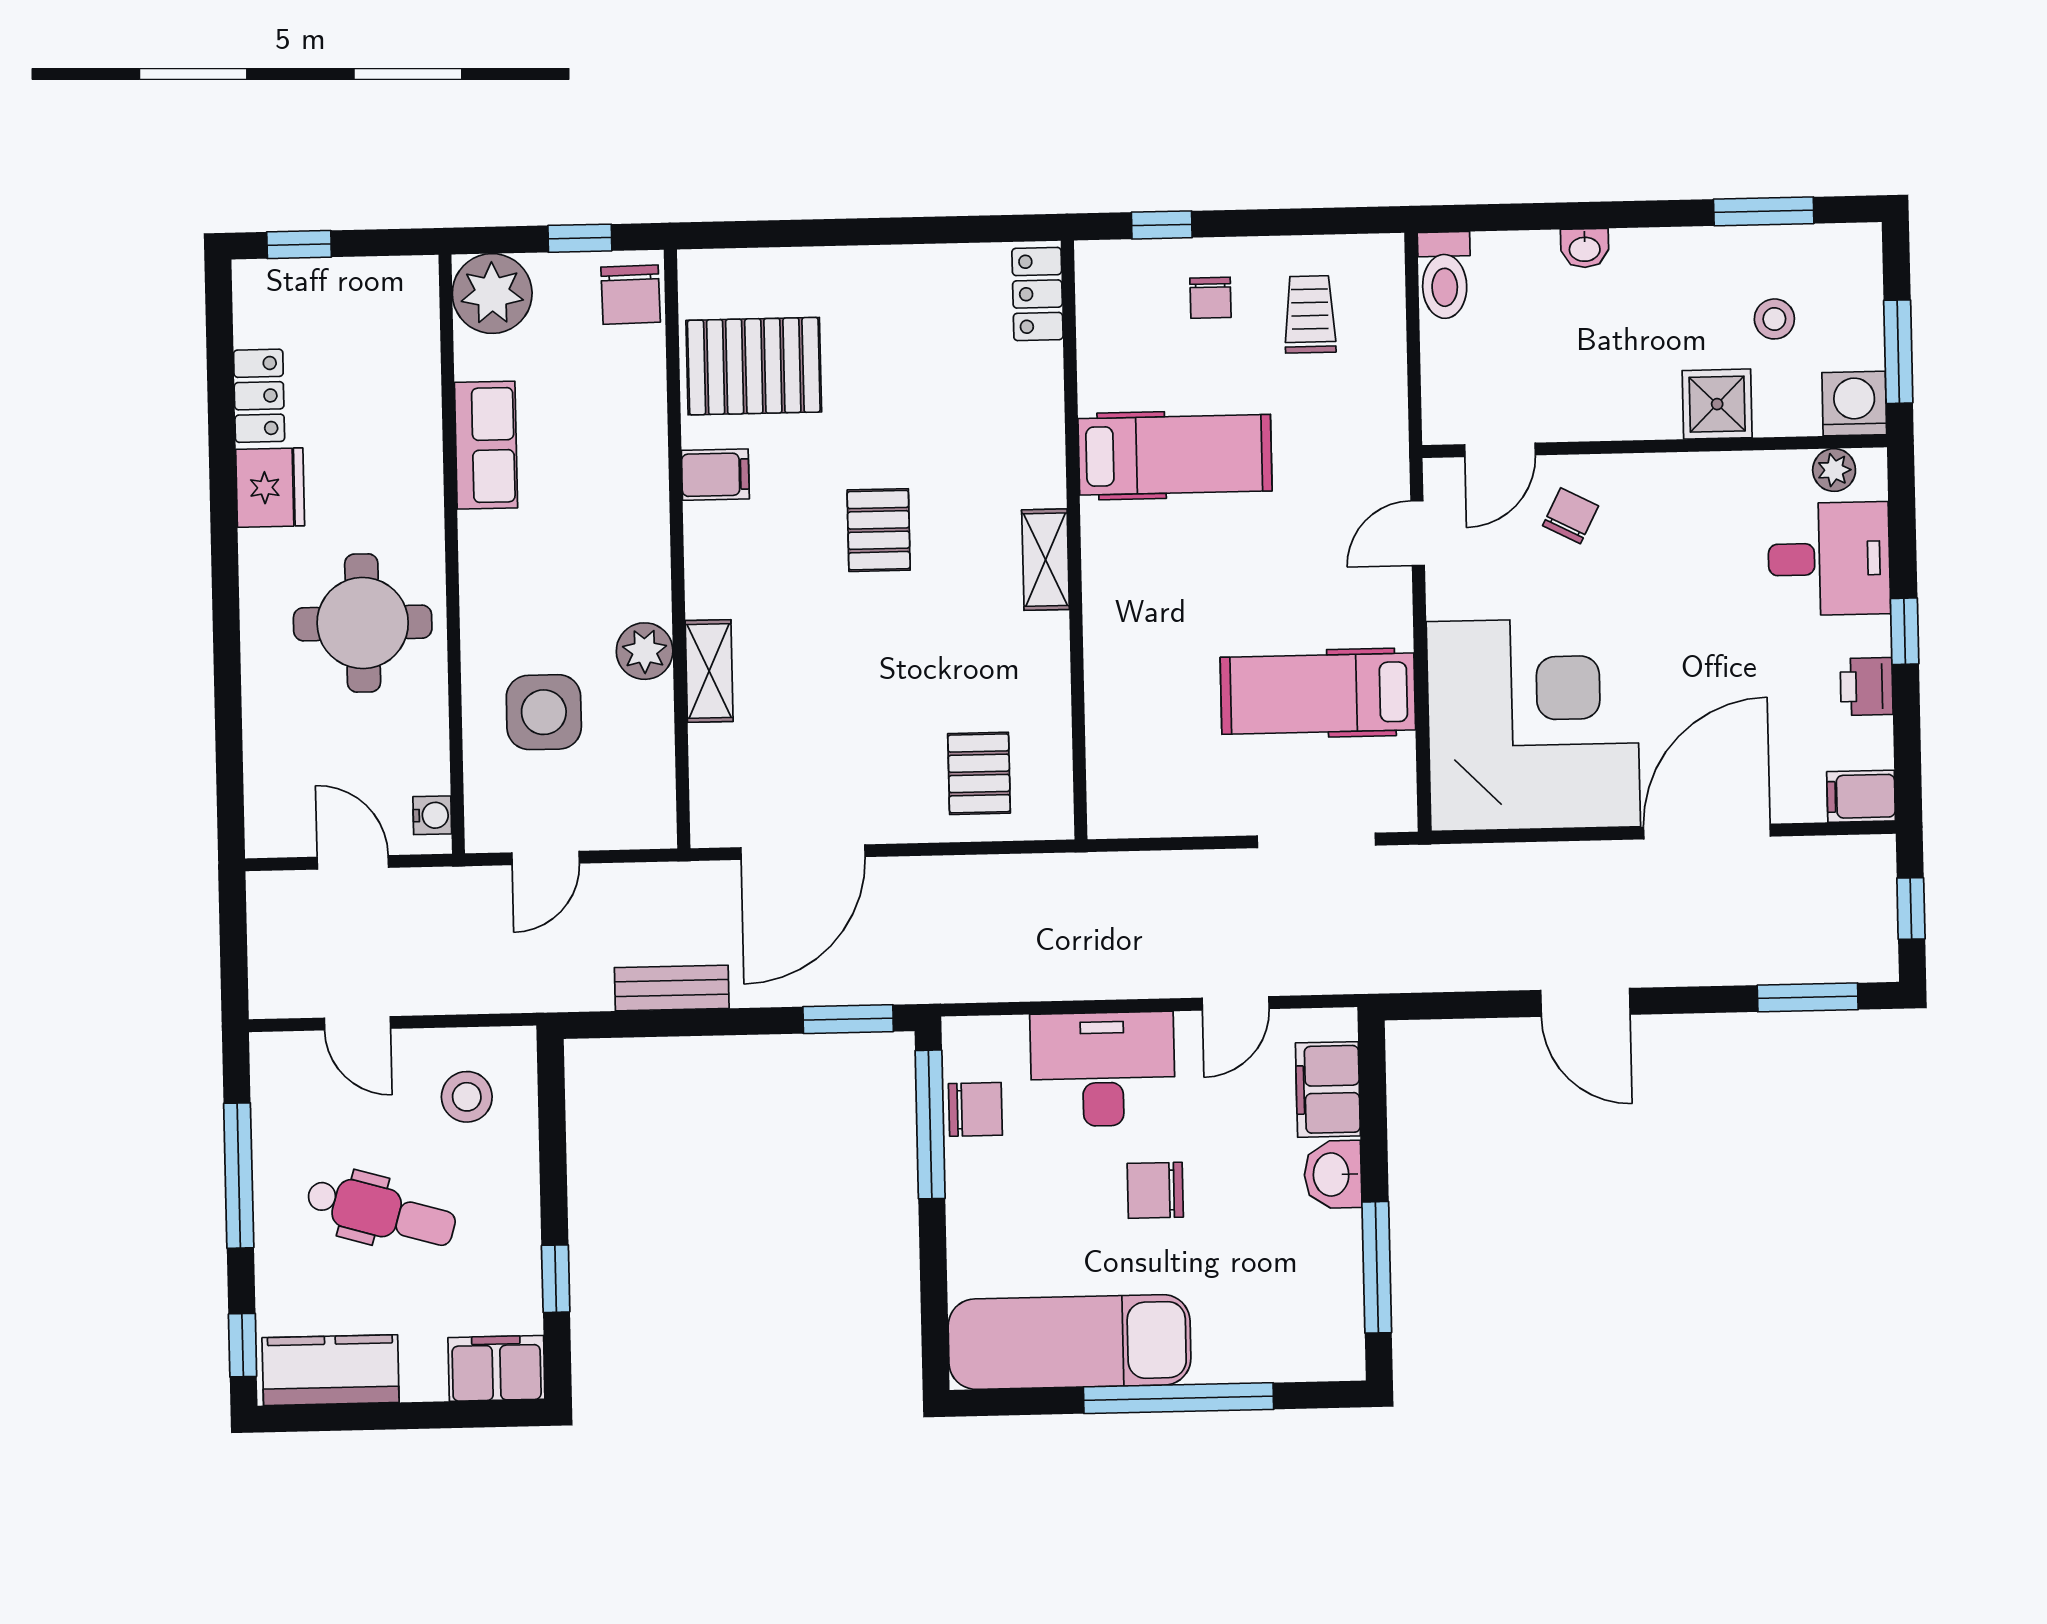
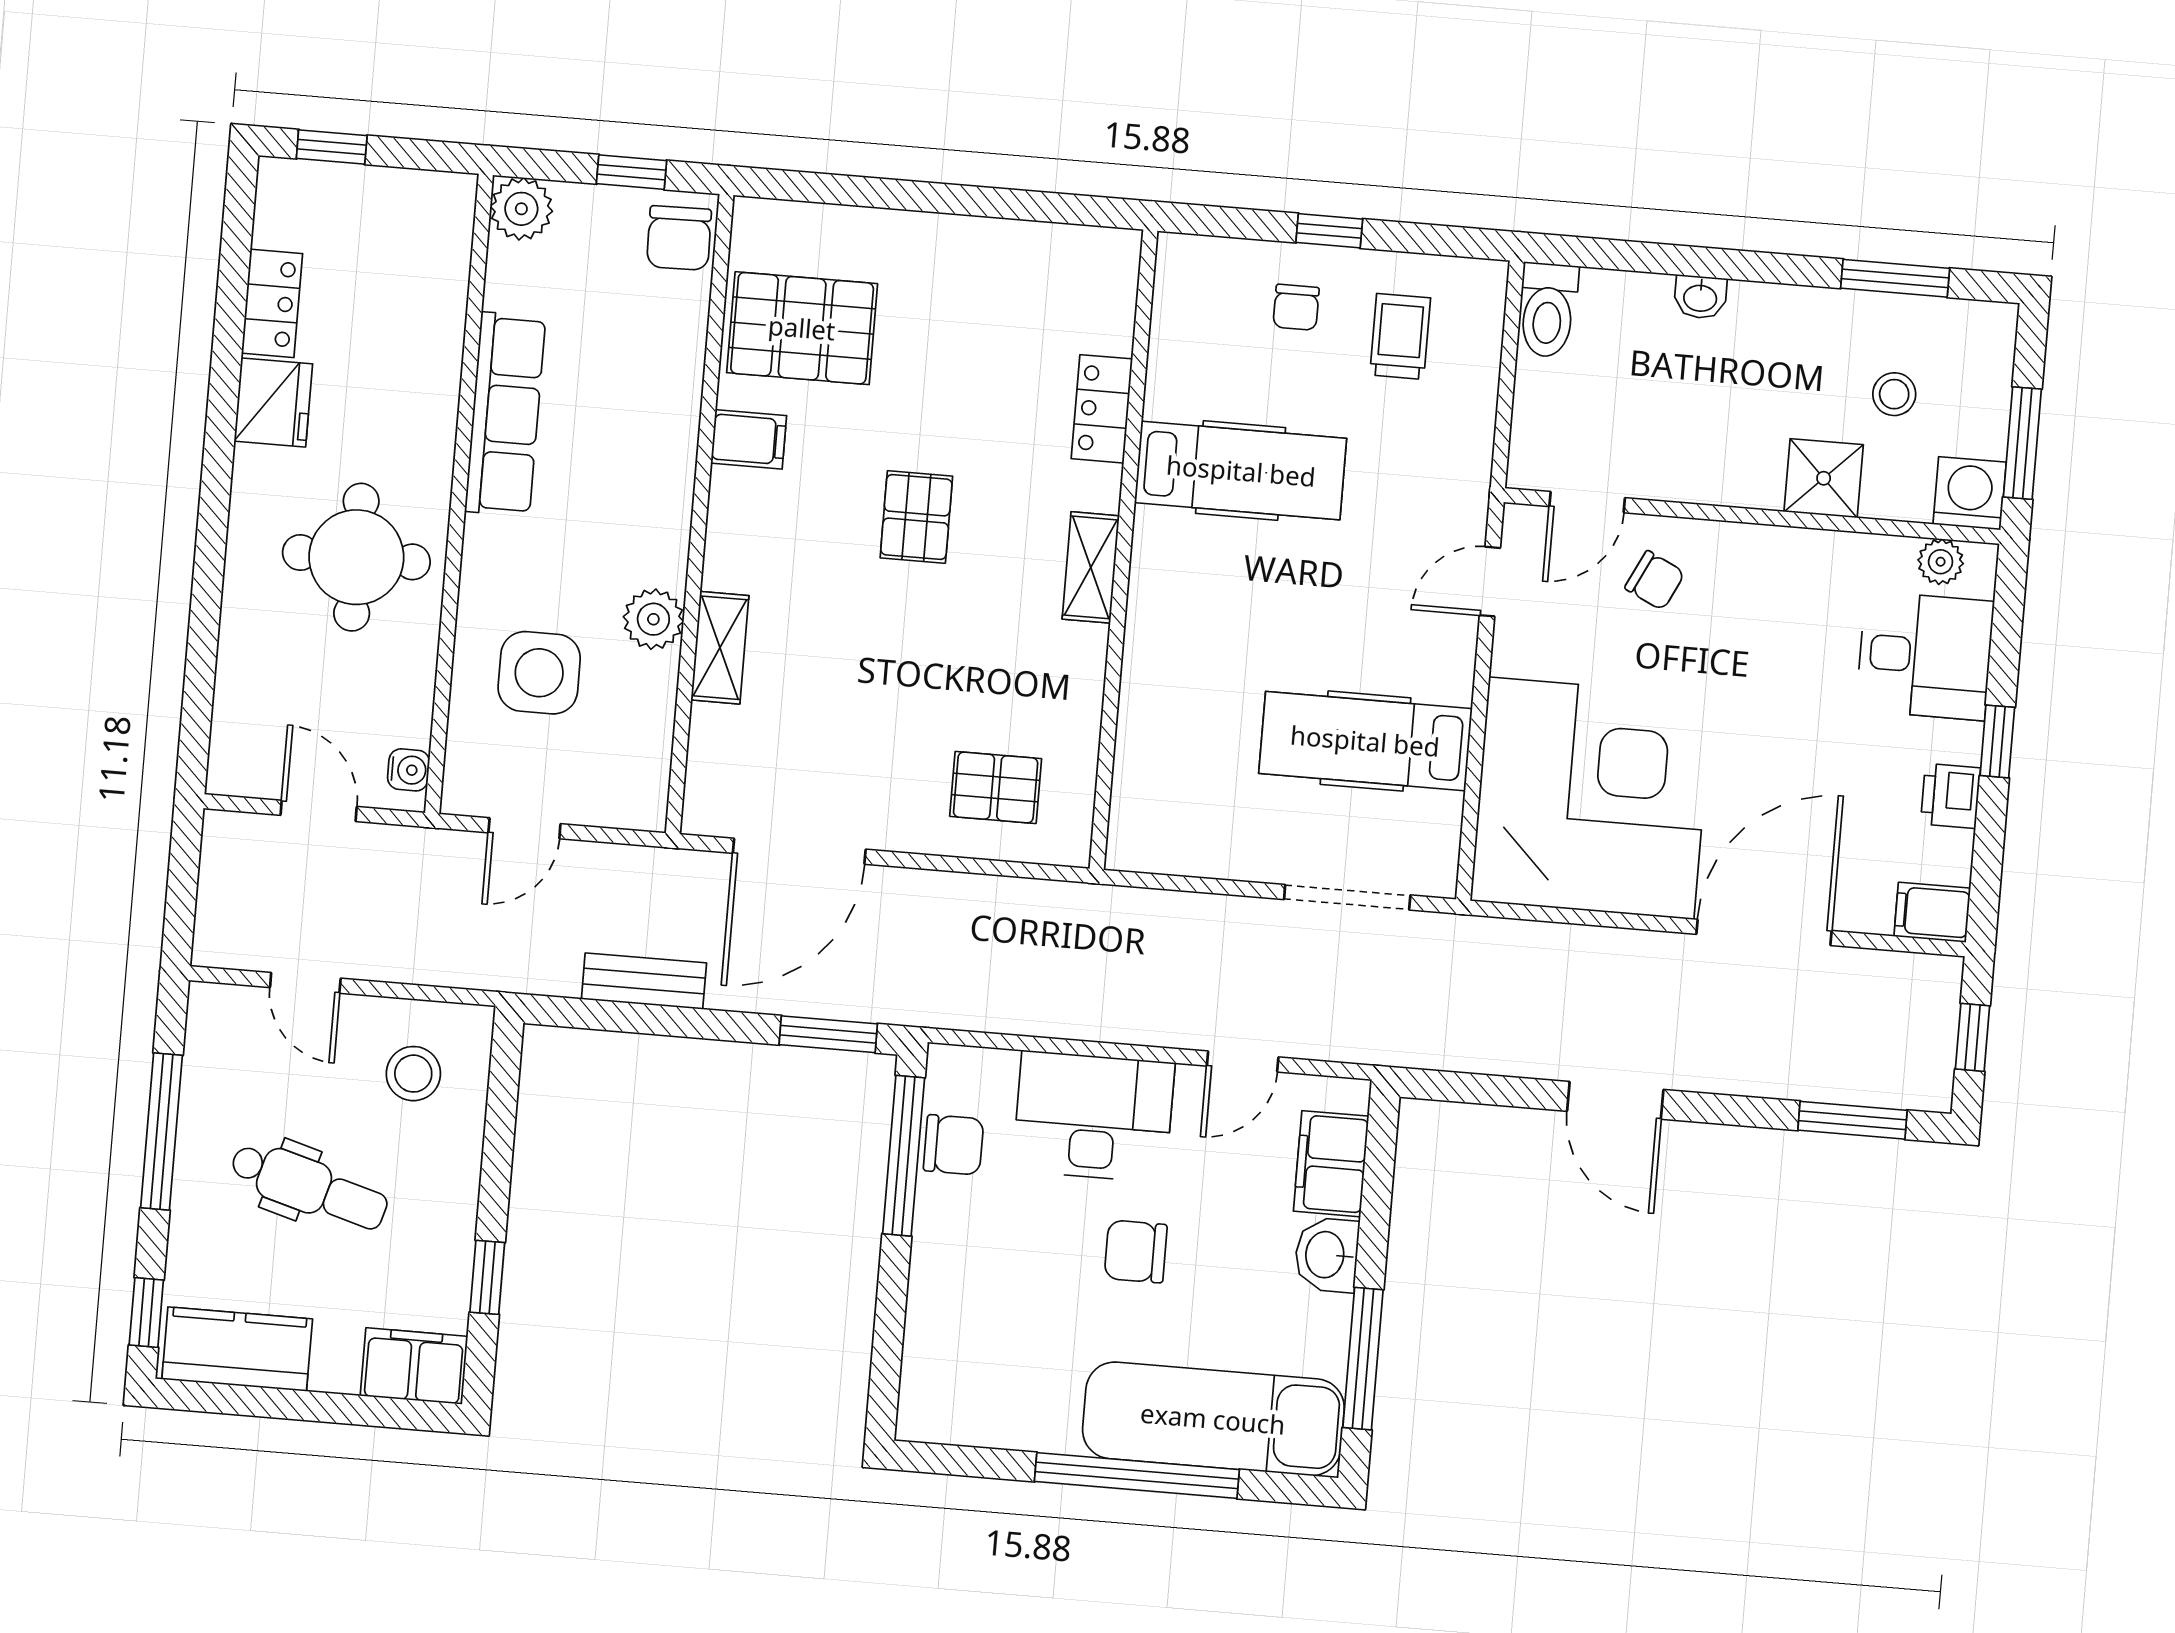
window: (1162, 225) -> (1329, 231), moved
plant: (492, 294) -> (521, 209), width x0.73, depth x0.73
locker: (1037, 294) -> (1102, 409), moved
row of seats: (486, 445) -> (505, 414), width x1.48
chair: (1571, 516) -> (1655, 580), turned 89
pallet: (979, 773) -> (996, 787), turned 90
exam couch: (1070, 1342) -> (1213, 1419), moved

